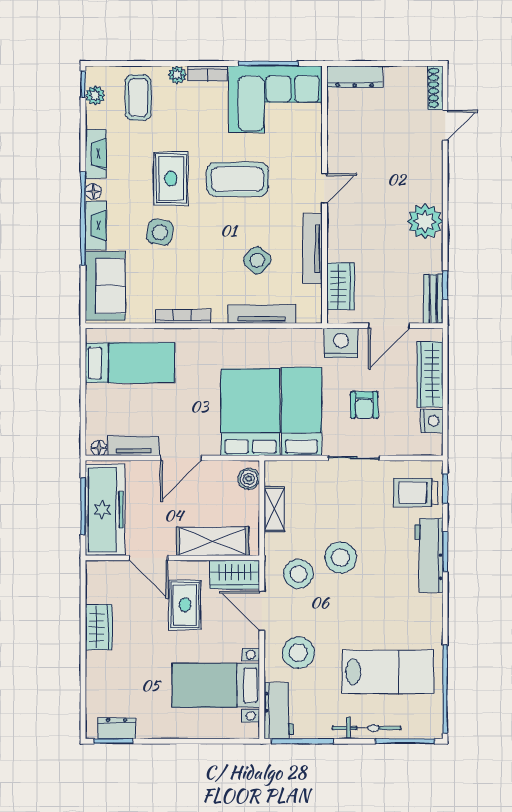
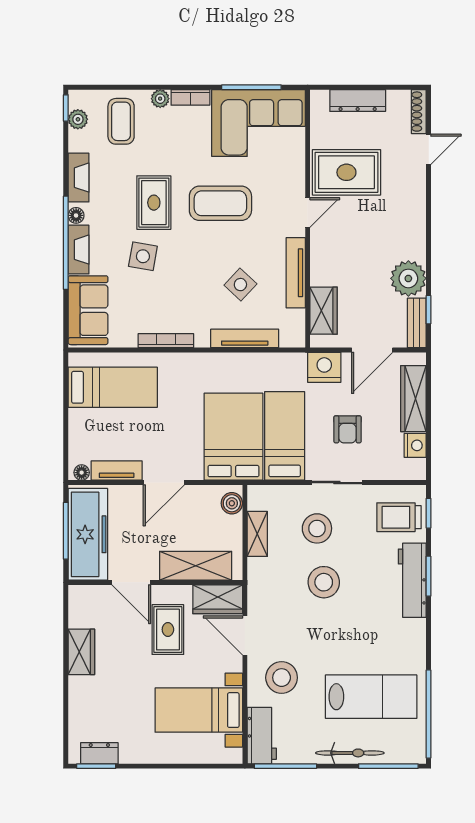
dresser: (355, 77) -> (358, 101), moved
rug: (363, 148) -> (346, 172), added
plant: (425, 221) -> (408, 278), moved
stool: (298, 574) -> (317, 528), moved

